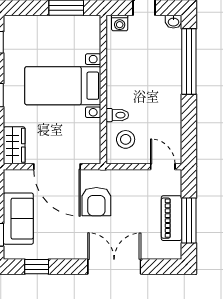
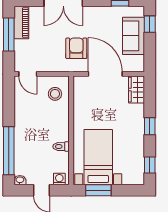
bed with nightstands: (63, 86) -> (98, 157), moved, turned -90
toilet: (117, 115) -> (61, 147), moved
piano: (171, 218) -> (21, 23), moved

